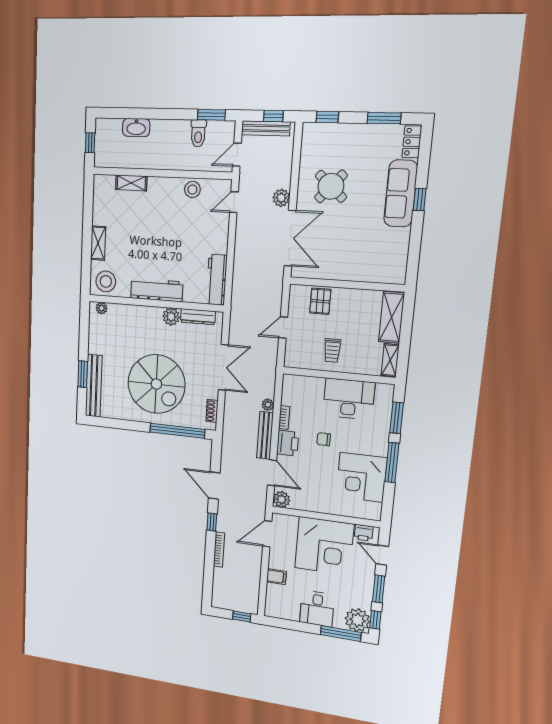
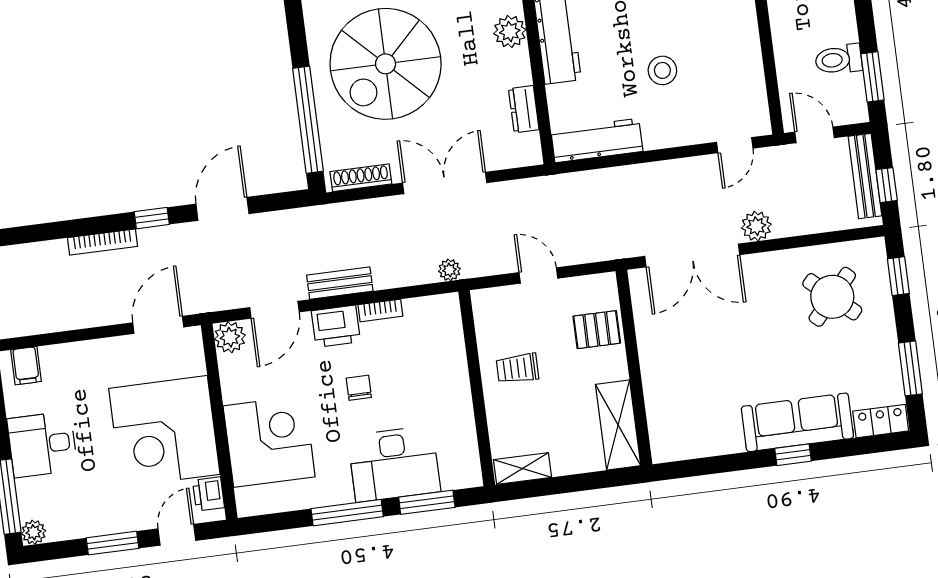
round table: (331, 186) -> (832, 297), moved
stool: (192, 189) -> (662, 70), moved
door: (234, 202) -> (735, 145), swing flipped
plant: (171, 317) -> (510, 32), moved
dresser: (198, 317) -> (524, 109), width x0.70
shelving: (392, 317) -> (618, 425), moved, turned 90
double door: (223, 367) -> (445, 183), swing flipped
desk: (349, 399) -> (394, 464), moved, turned 90
plant: (268, 405) -> (449, 270), moved
shoe rack: (212, 411) -> (361, 178), width x1.43
bench: (265, 435) -> (340, 283), width x0.73
corner desk: (361, 477) -> (269, 441), moved, turned 90
door: (267, 534) -> (158, 325), hinge flipped
filing cabinet: (276, 577) -> (26, 366), moved
plant: (358, 620) -> (34, 532), width x0.53, depth x0.53
window: (375, 620) -> (53, 551), removed

